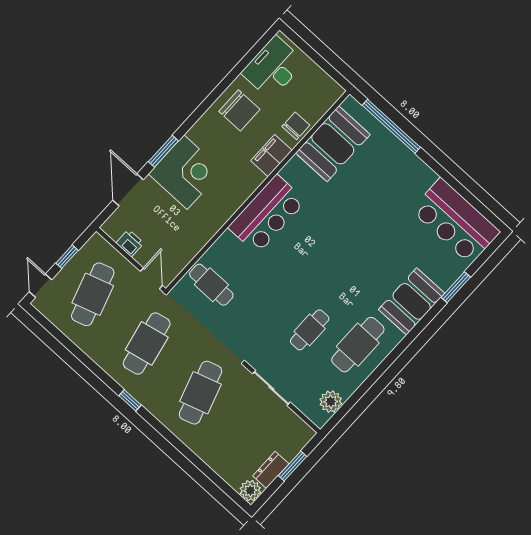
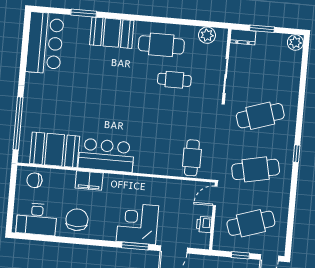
chair: (296, 126) -> (34, 180), moved
bar counter: (267, 214) -> (106, 155), moved
dresser: (271, 470) -> (243, 37), moved

